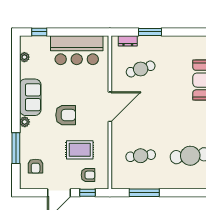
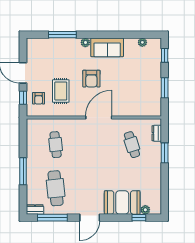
window: (76, 32) -> (165, 88), added
bar counter: (77, 50) -> (148, 88), removed
door: (110, 107) -> (99, 117), swing flipped
armchair: (36, 166) -> (46, 52), removed
window: (144, 193) -> (23, 171), moved

